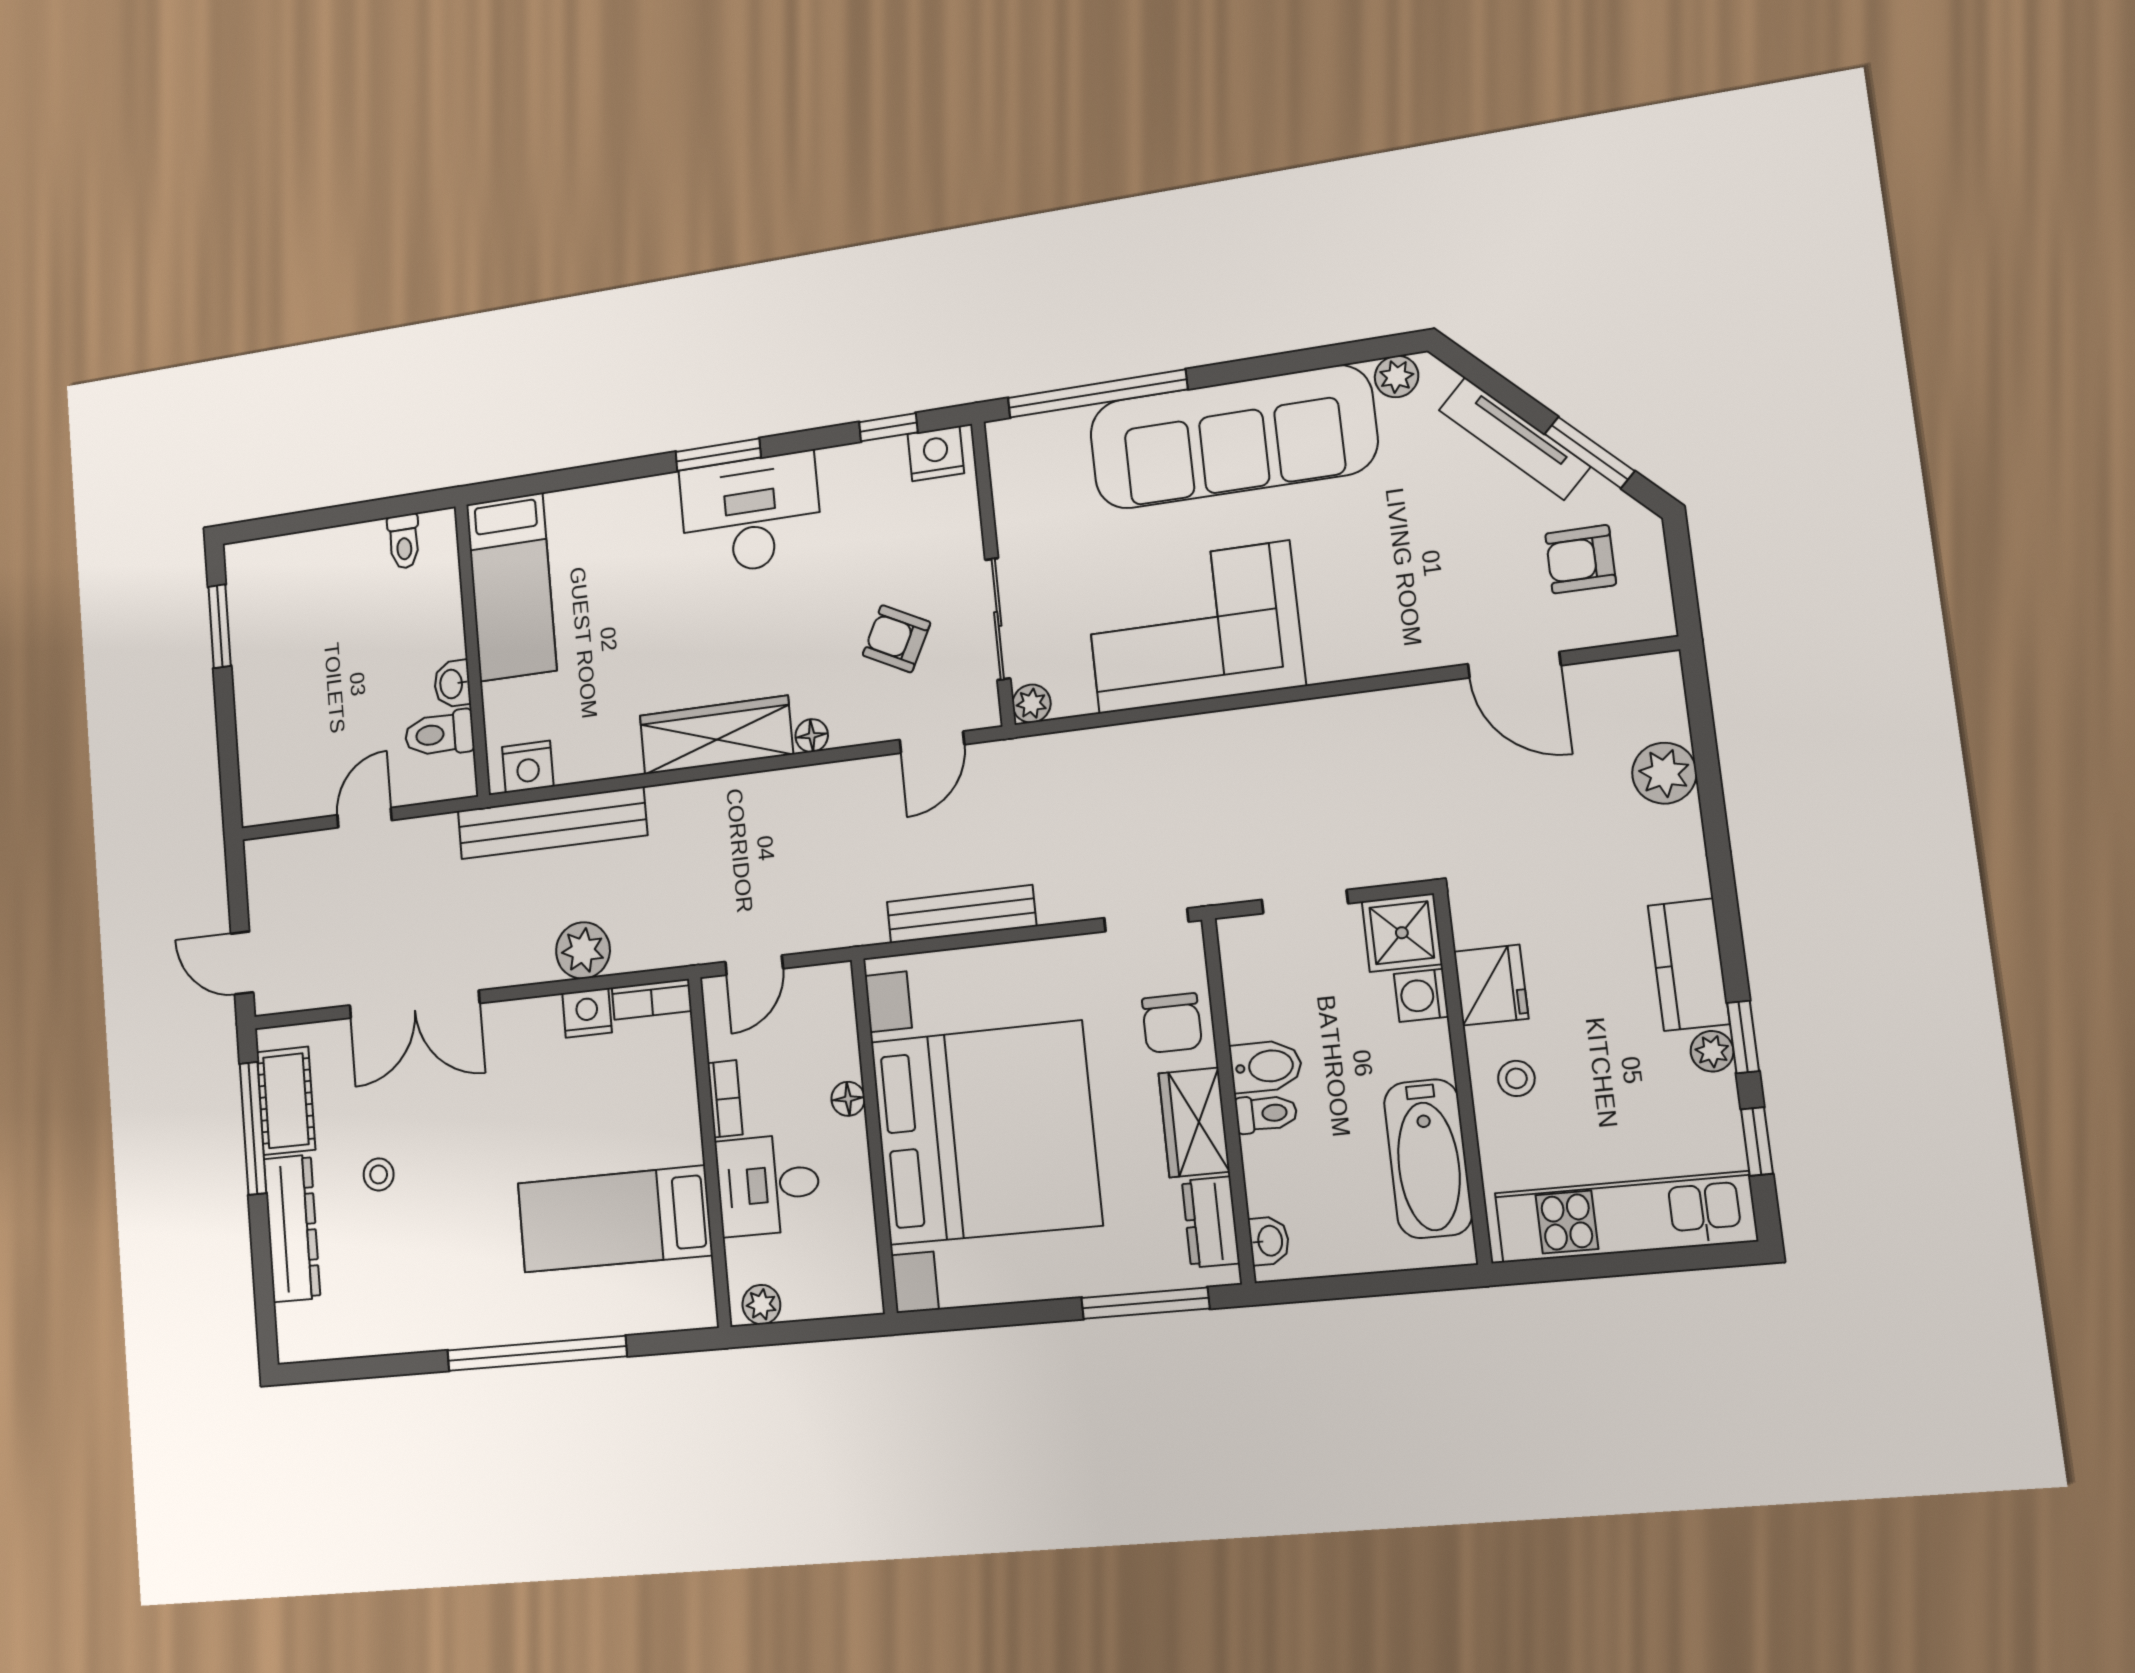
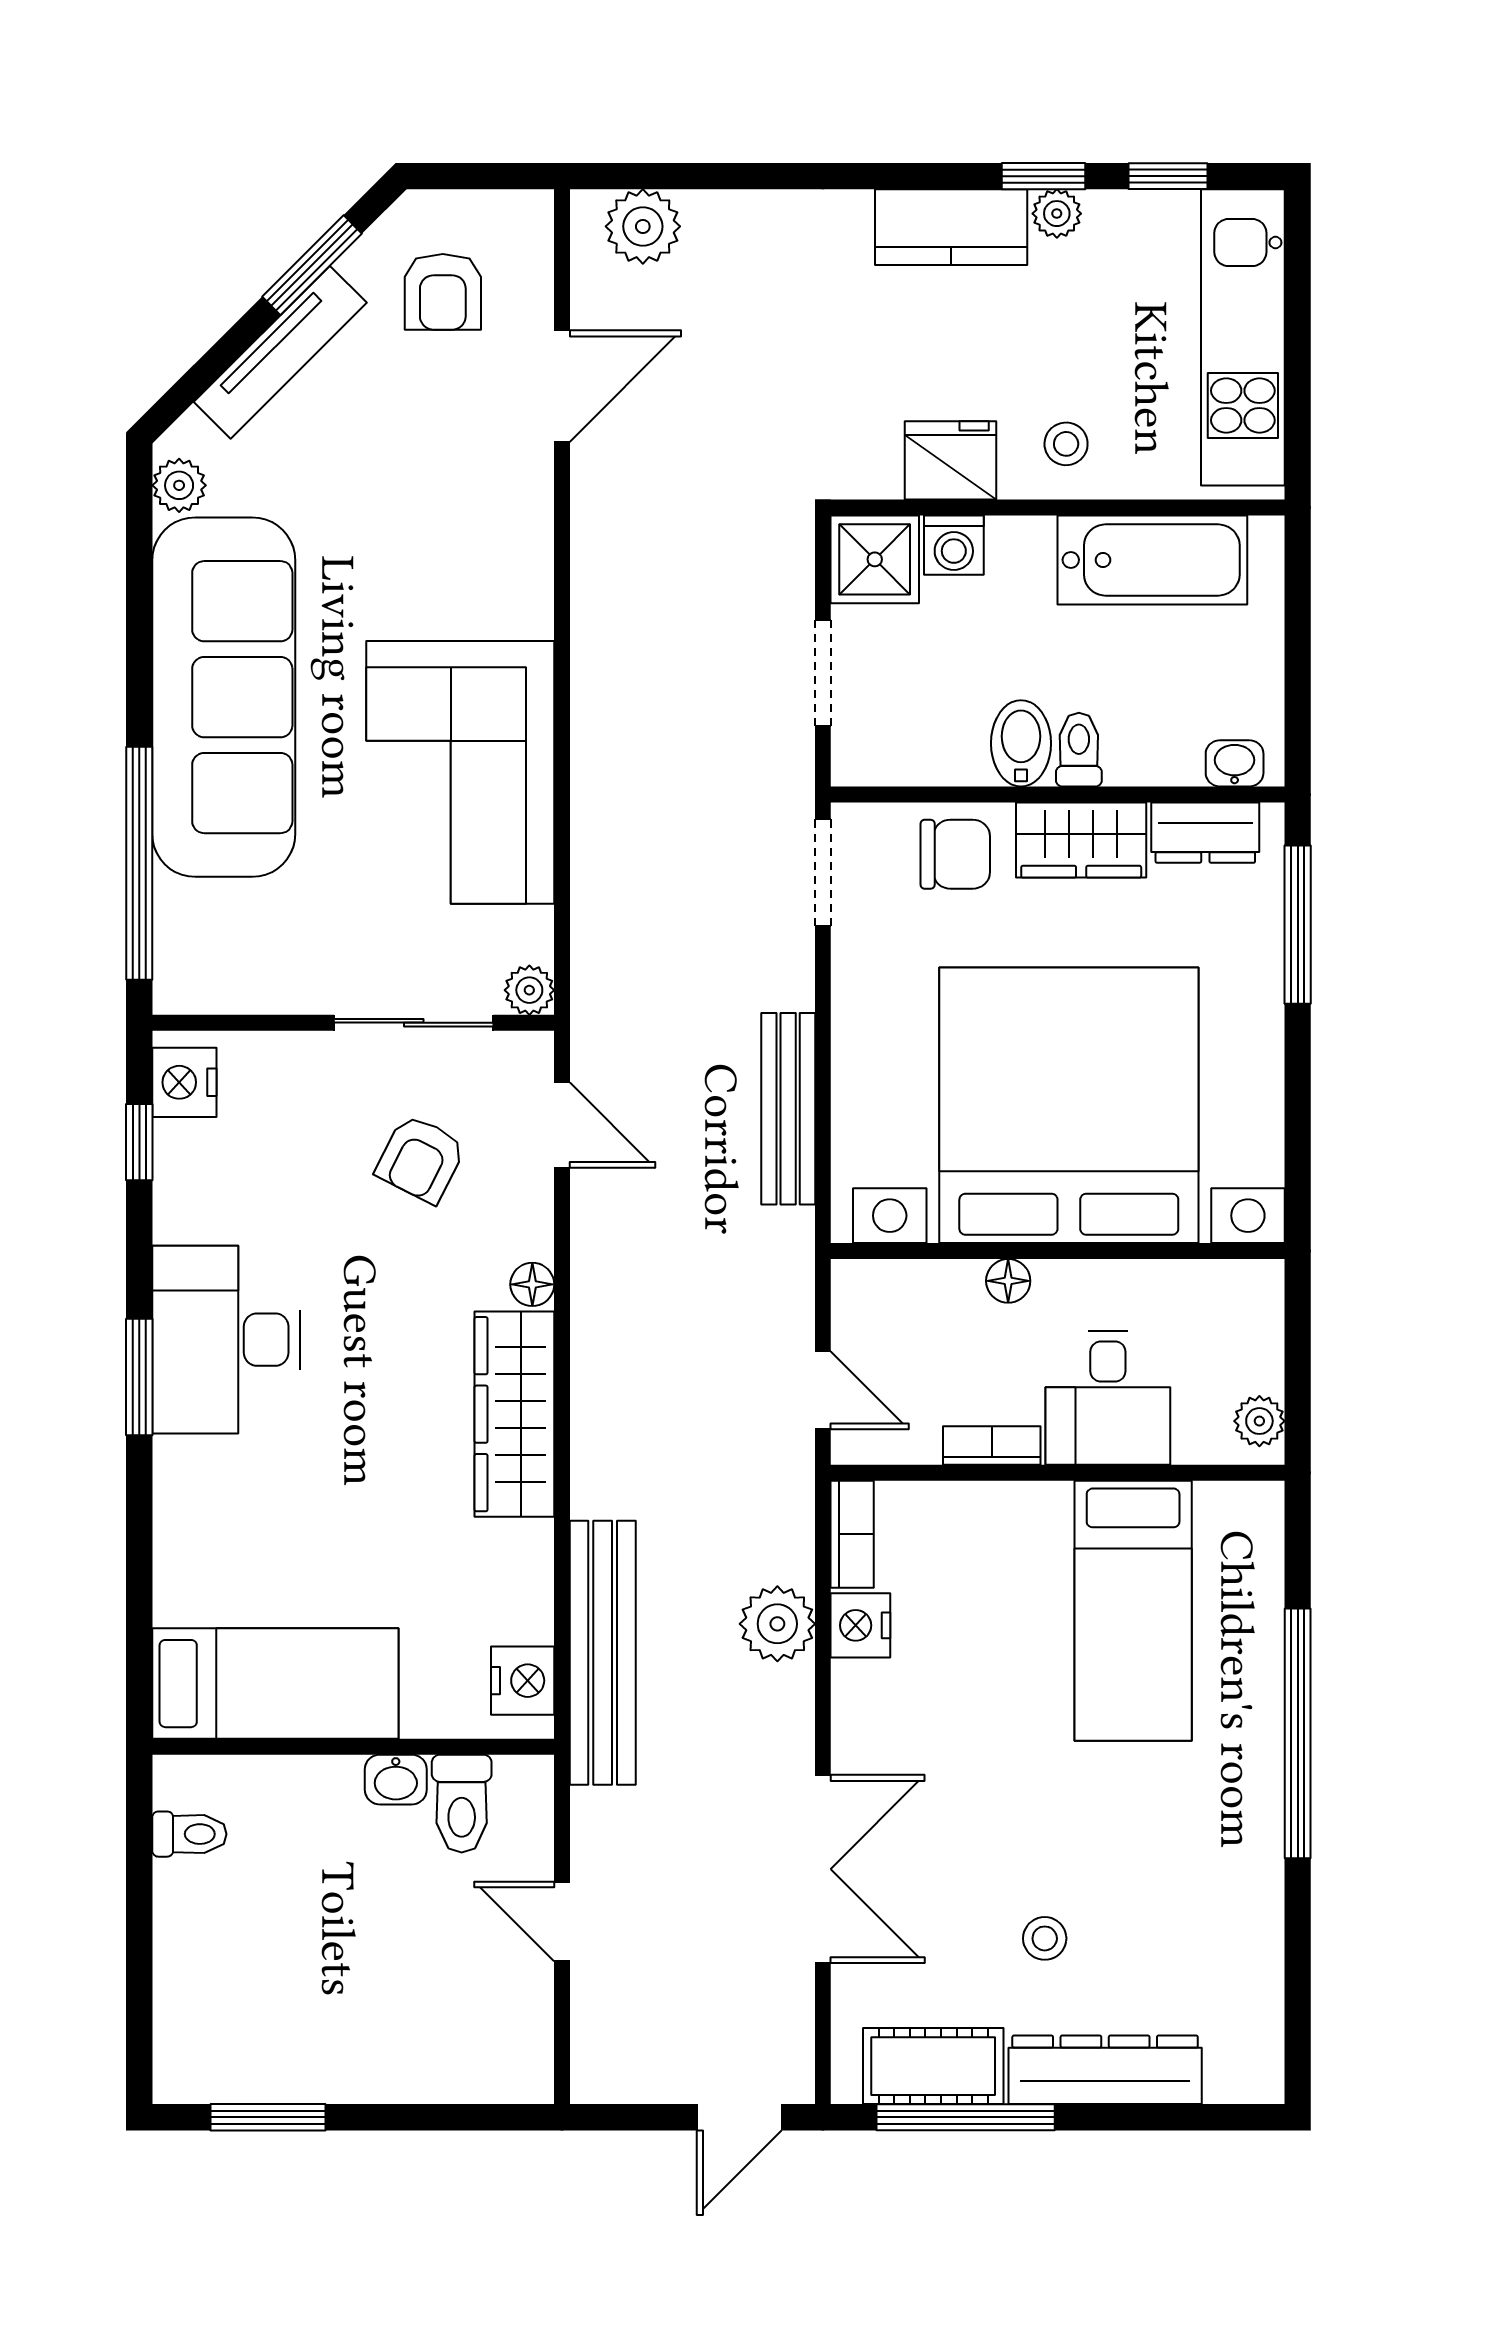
plant: (1664, 773) -> (643, 226), moved

